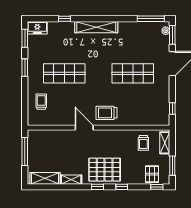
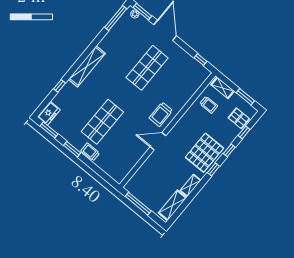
trolley: (41, 102) -> (90, 152), moved
window: (157, 187) -> (244, 132), moved

